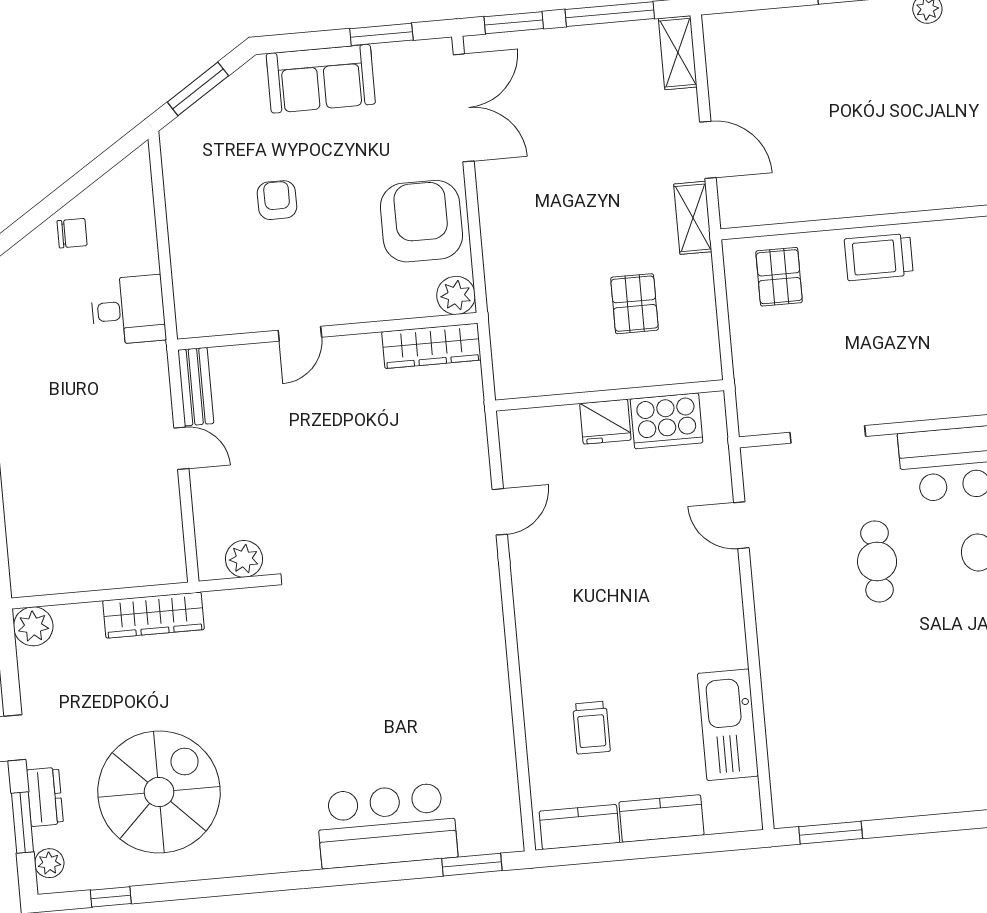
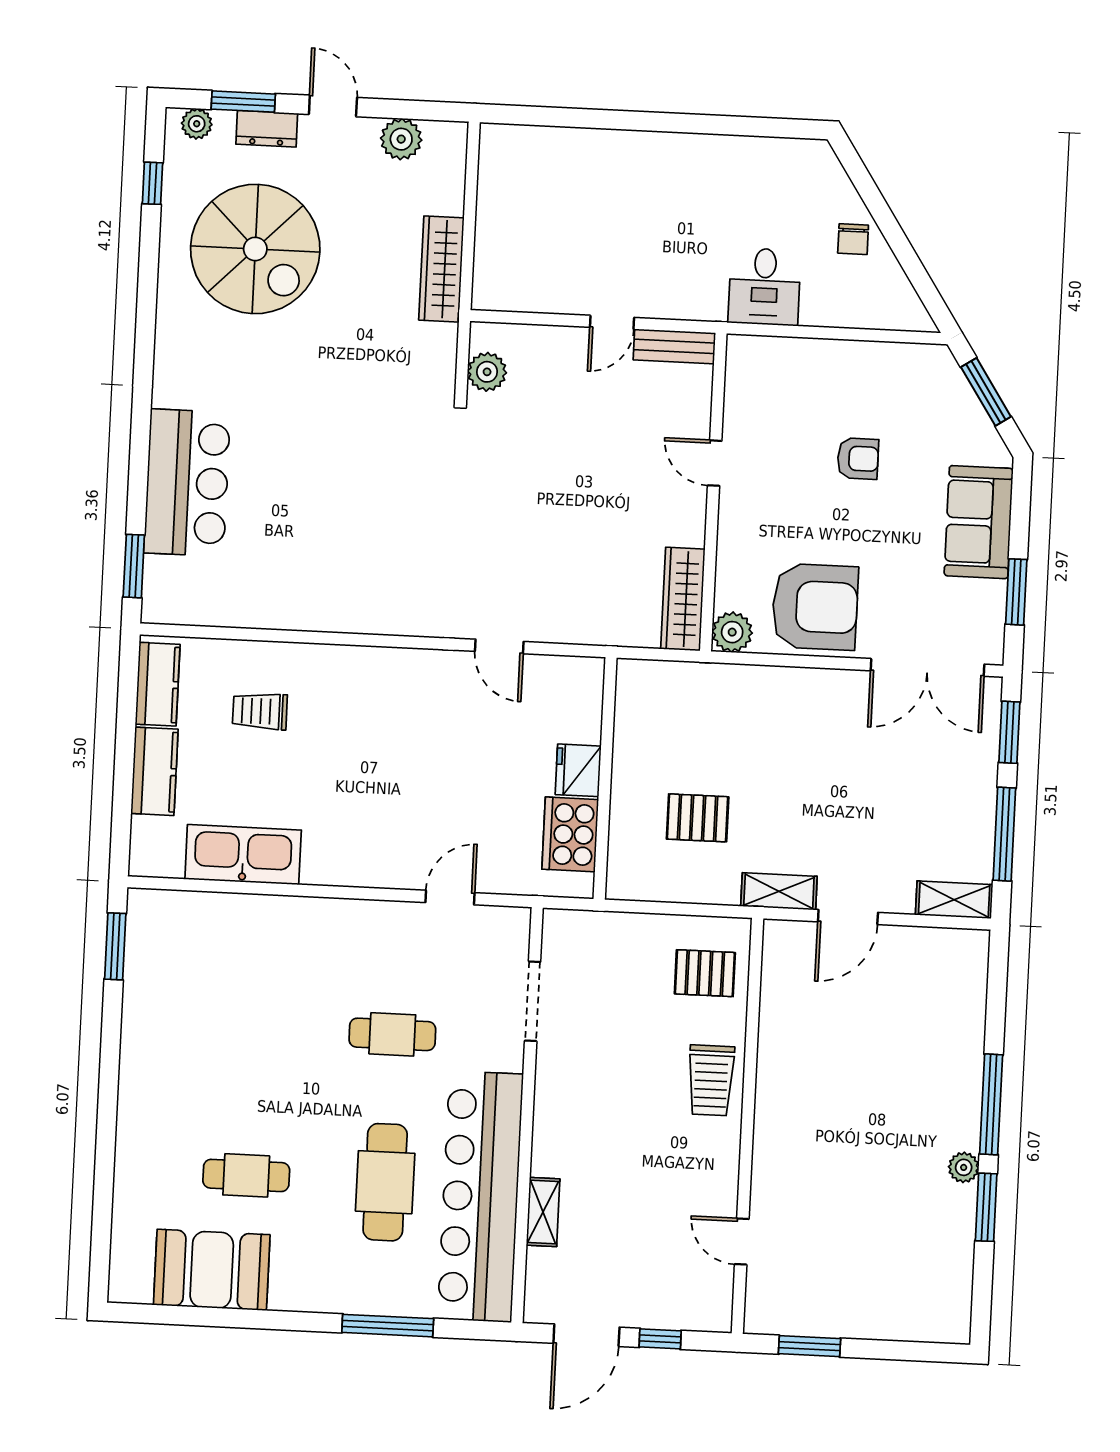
trolley: (879, 257) -> (711, 1080), turned 180
plant: (33, 626) -> (401, 139), moved

